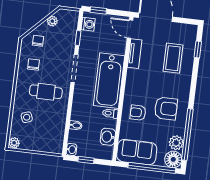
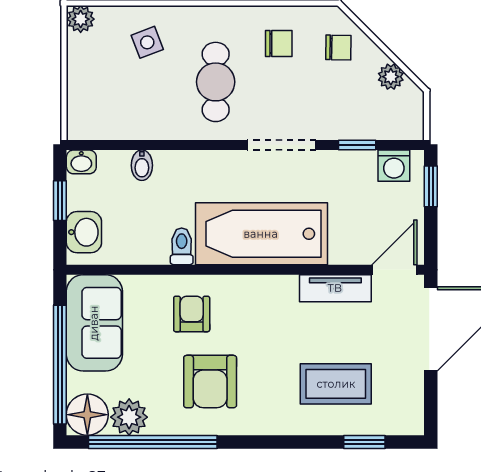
washbasin: (108, 137) -> (84, 232), moved, turned 90

